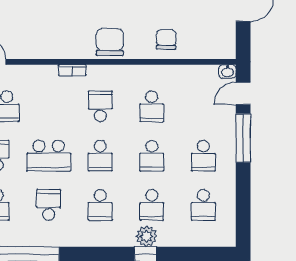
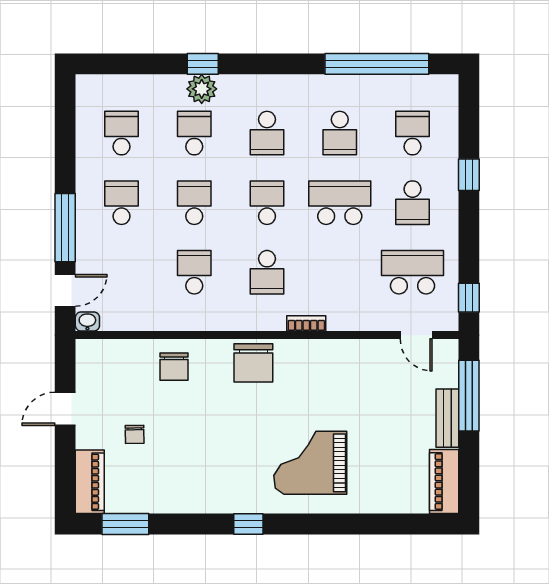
school desk: (100, 205) -> (267, 133), turned 180

